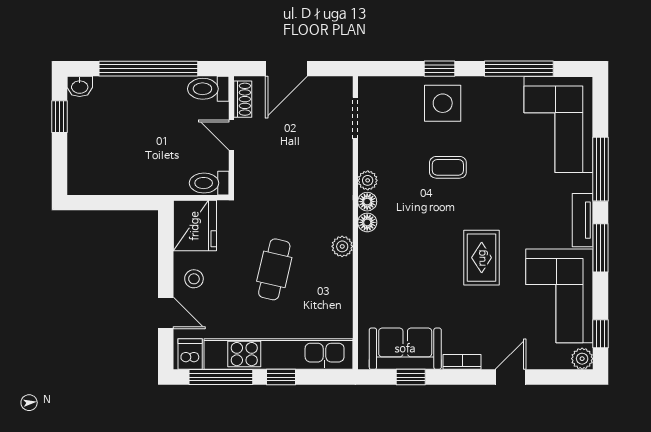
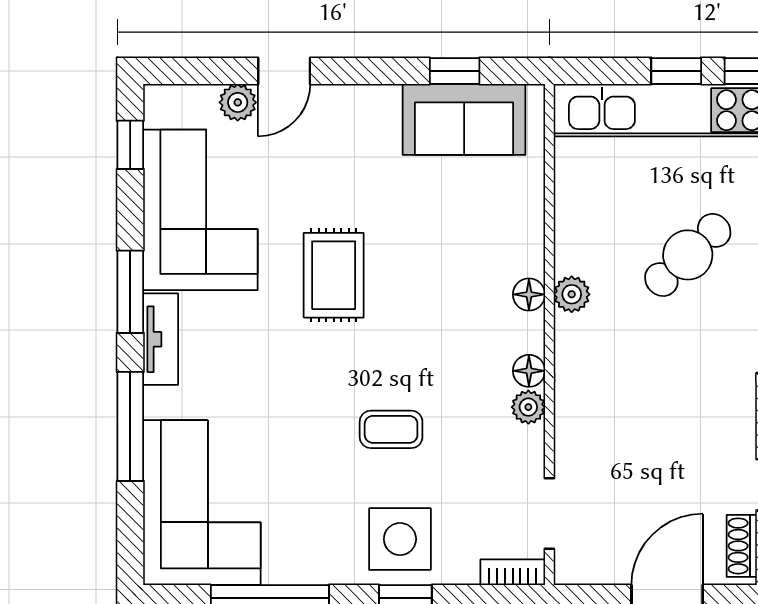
floor lamp: (367, 222) -> (529, 294), moved
cafe table: (274, 269) -> (688, 255), turned 34
plant: (582, 359) -> (238, 102), moved
bookcase: (462, 362) -> (513, 572), moved, turned 180

